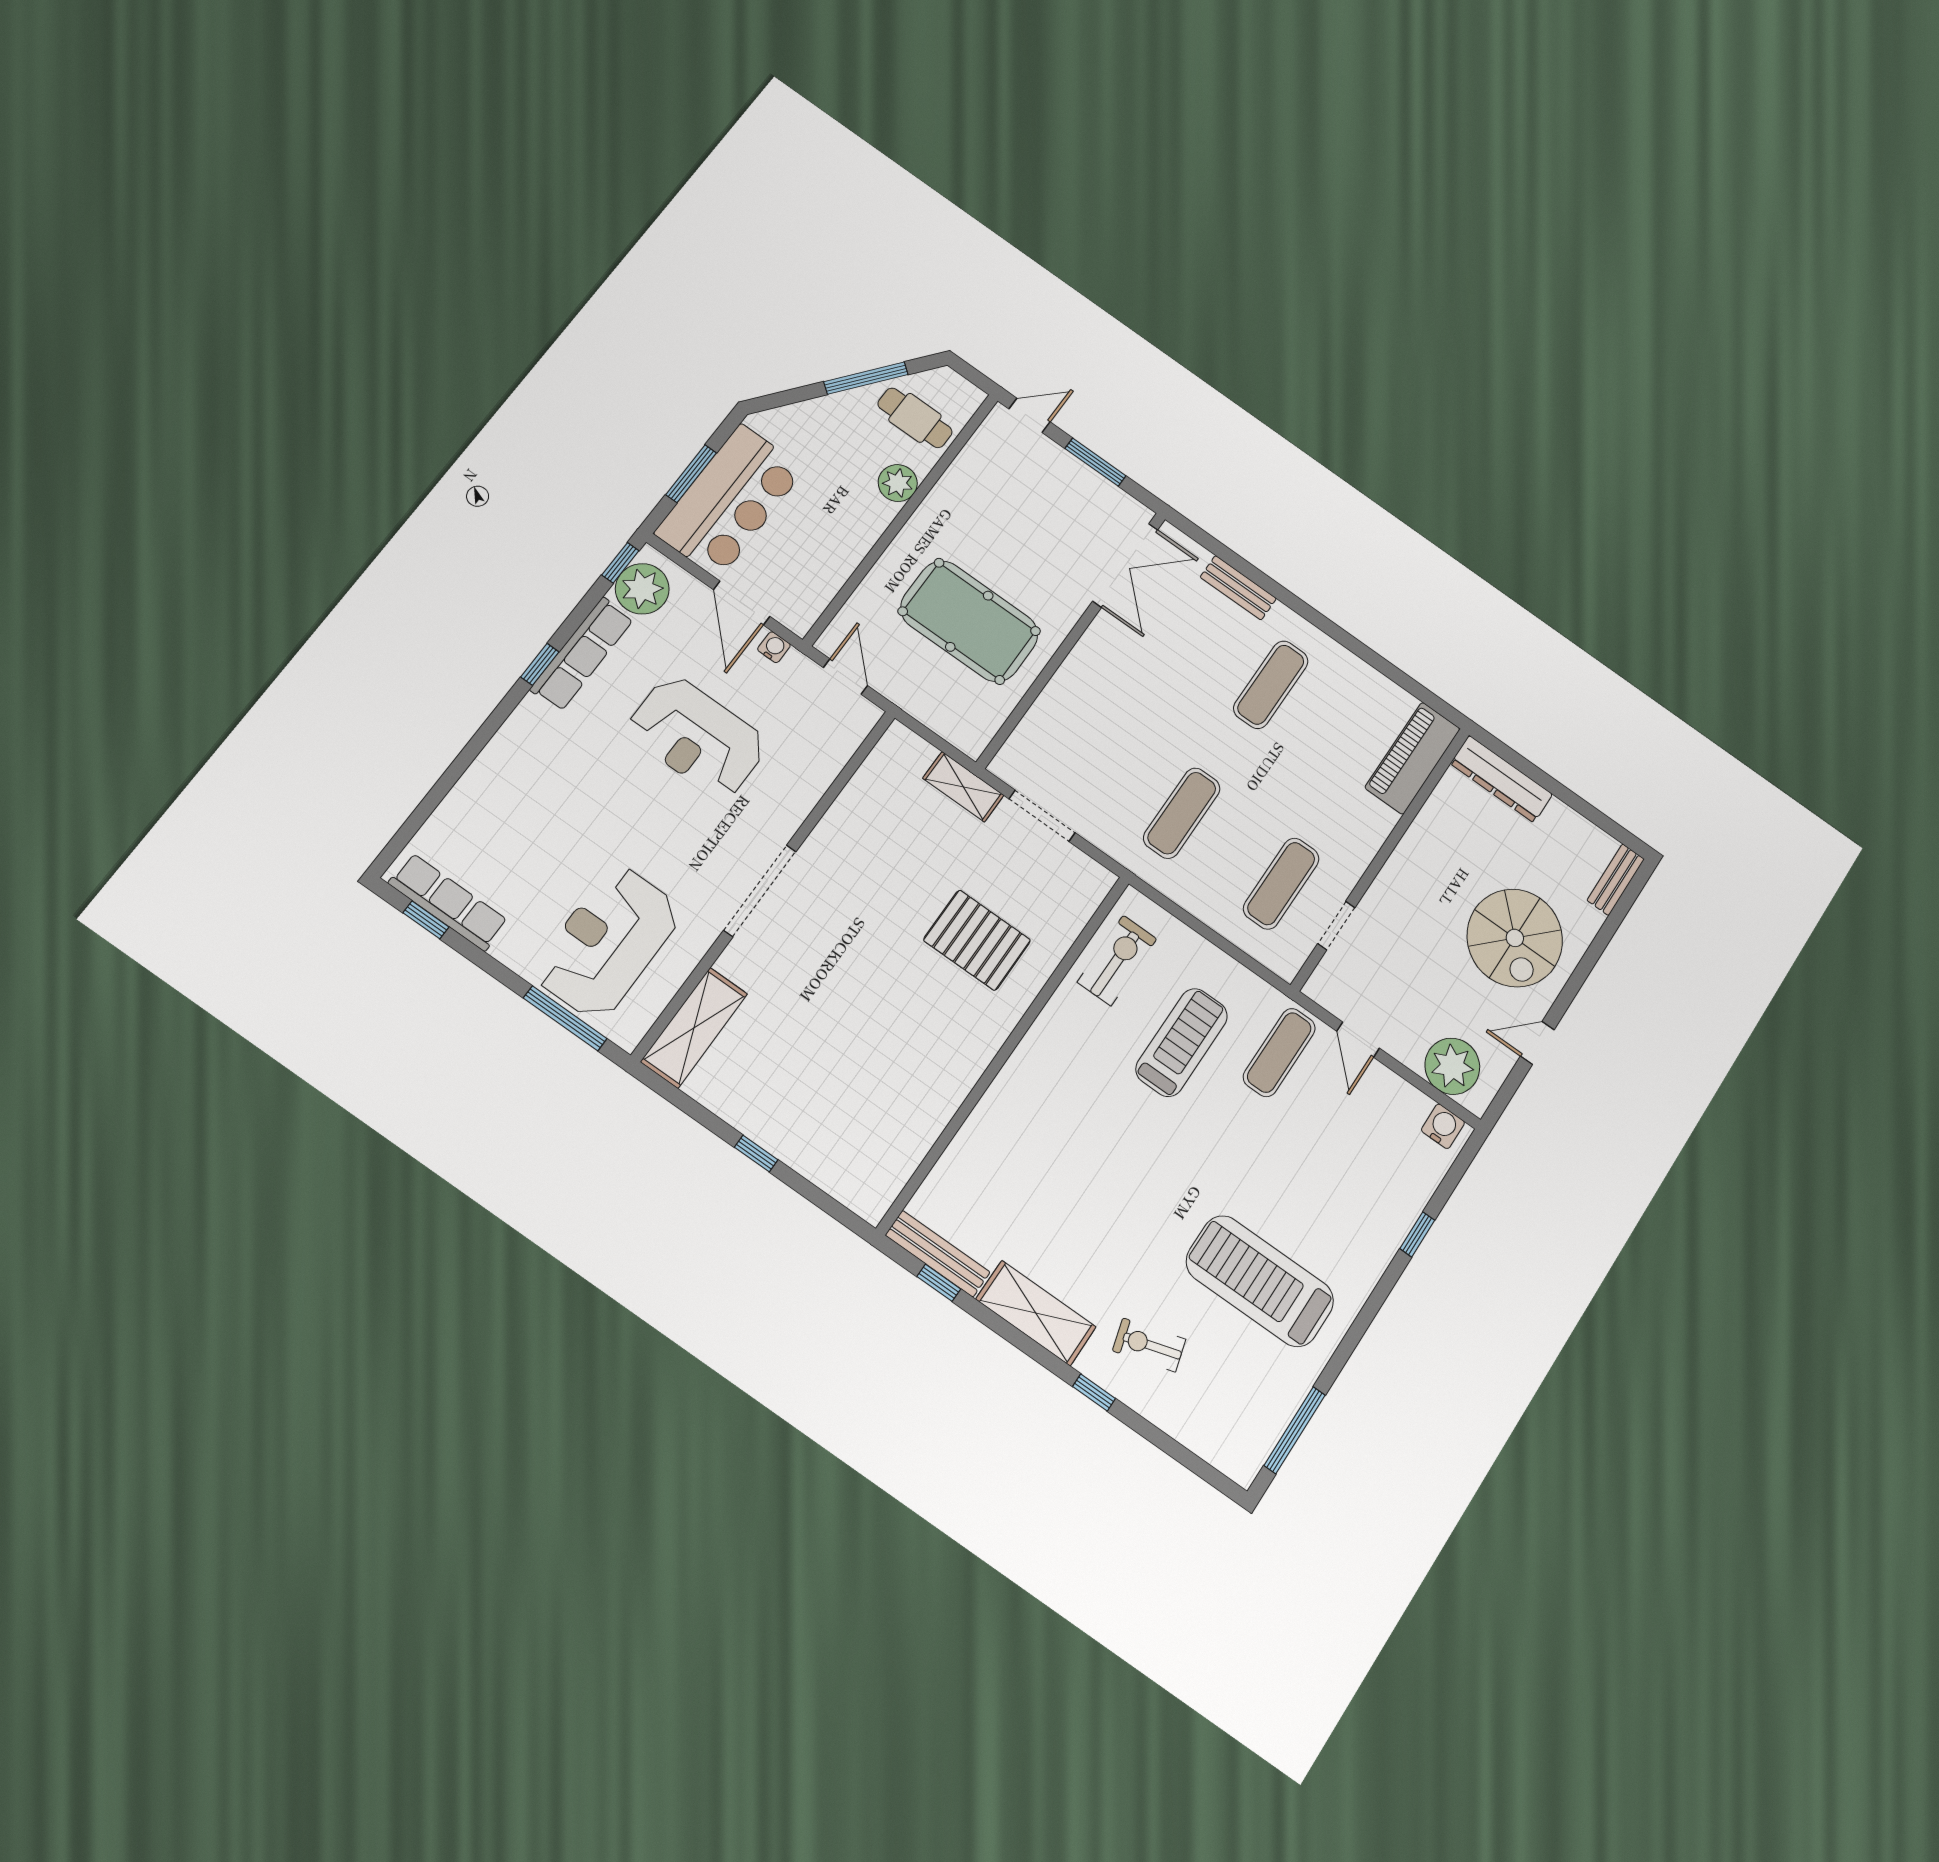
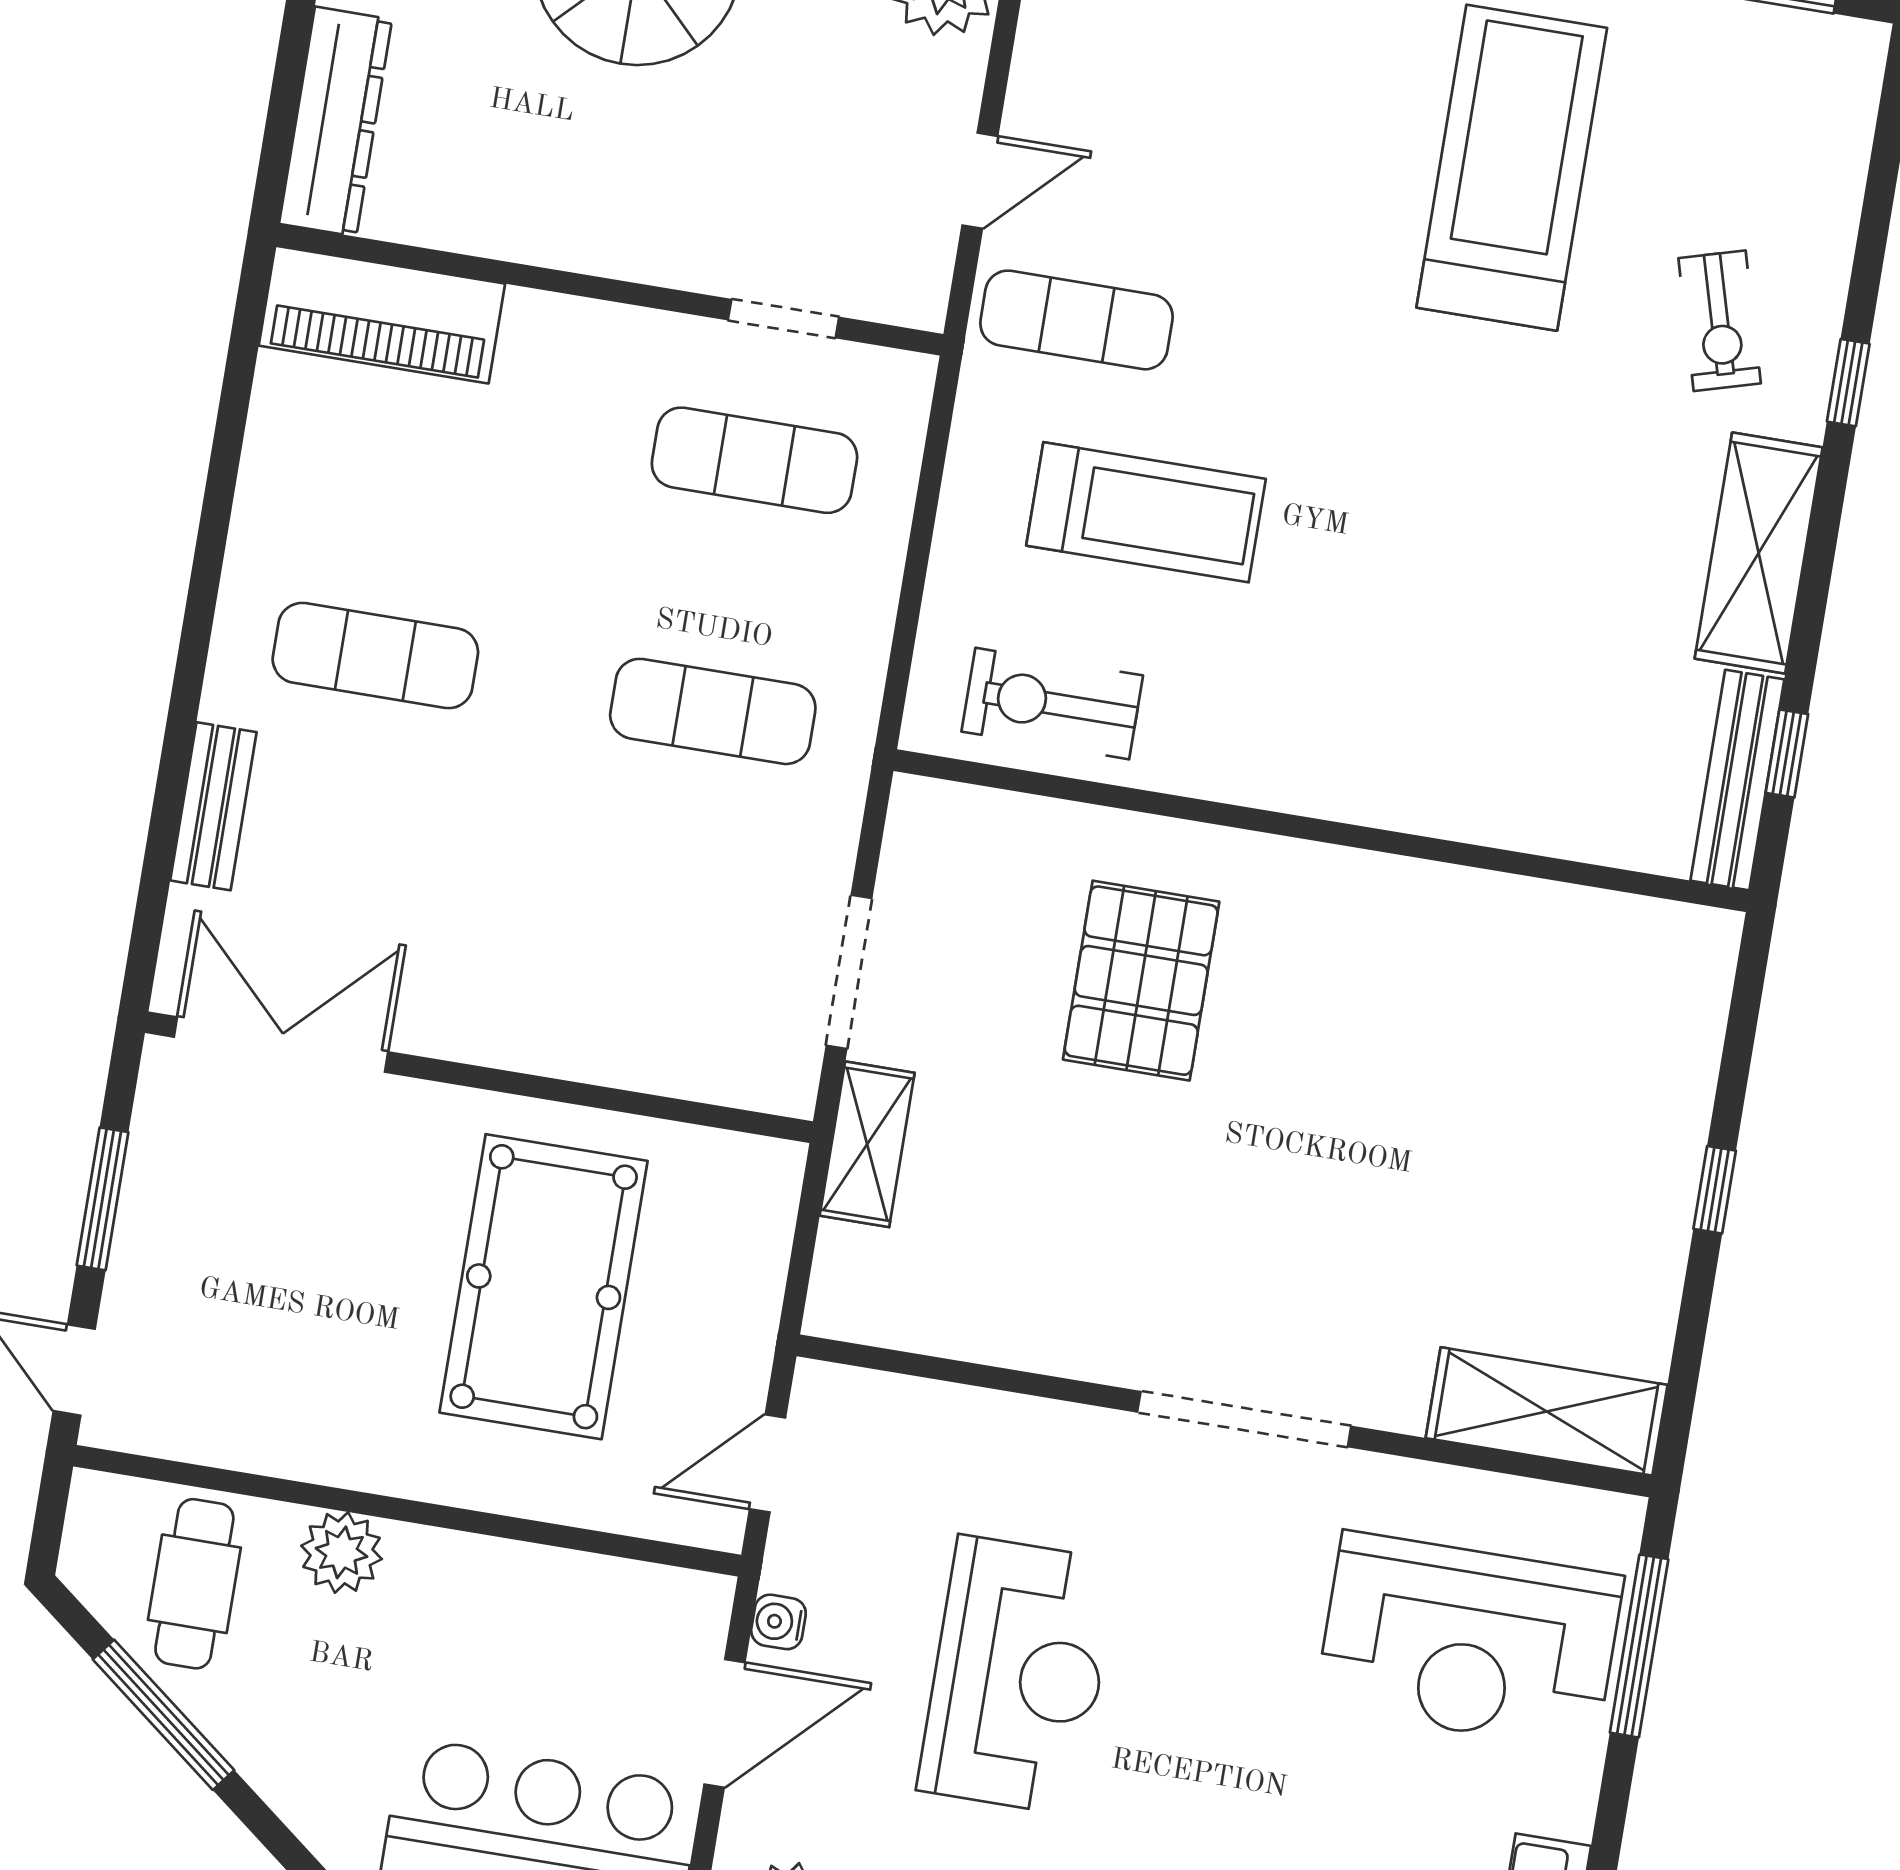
treadmill: (1182, 1042) -> (1146, 512), turned 180
treadmill: (1260, 1281) -> (1512, 168), turned 180

